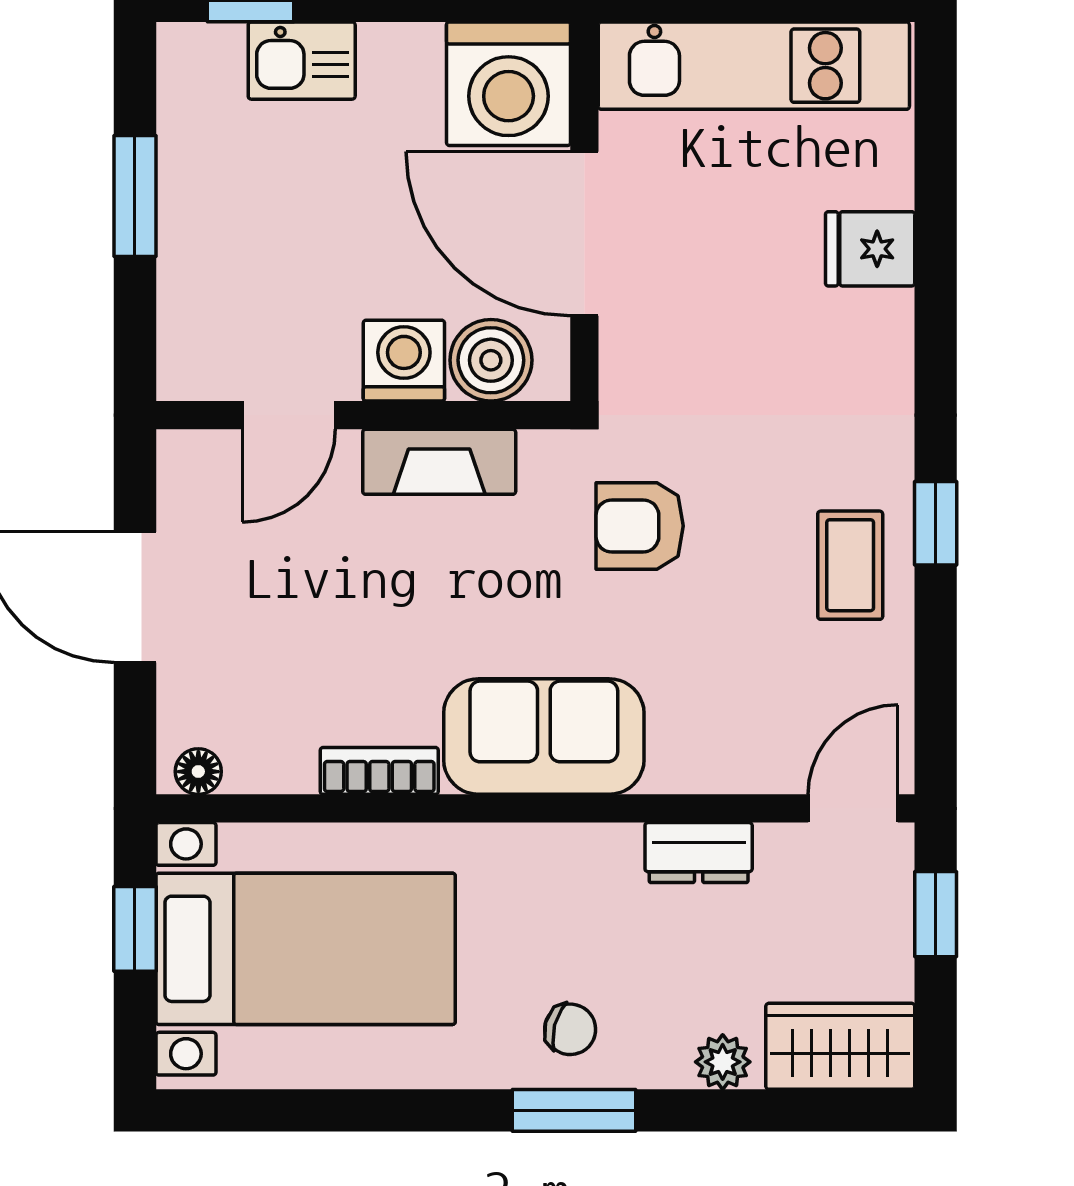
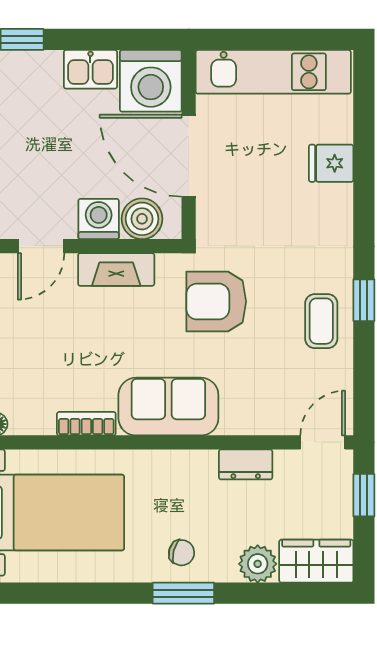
kitchen sink: (302, 61) -> (90, 69), moved
armchair: (640, 526) -> (216, 302), width x1.38, depth x1.38
plant: (723, 1062) -> (258, 564), width x1.38, depth x1.38

